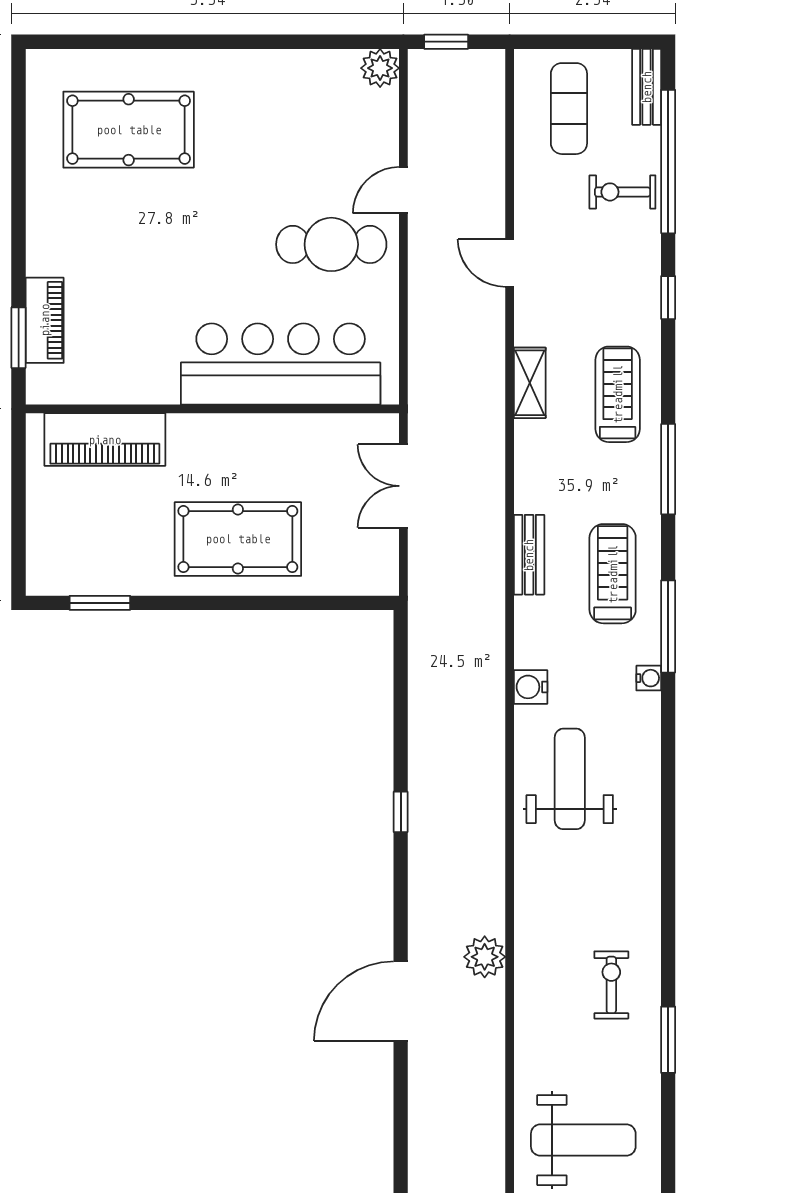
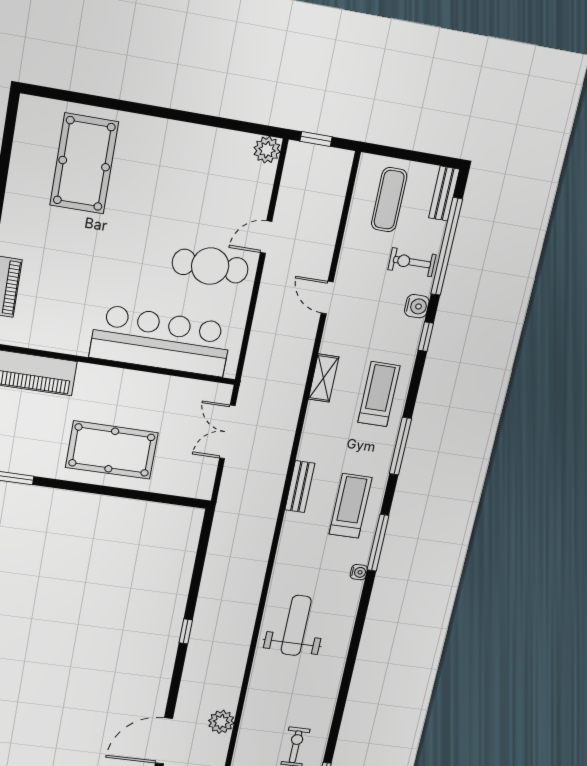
pool table: (129, 130) -> (84, 164), turned 90
water cooler: (531, 687) -> (417, 306), moved, turned 180

